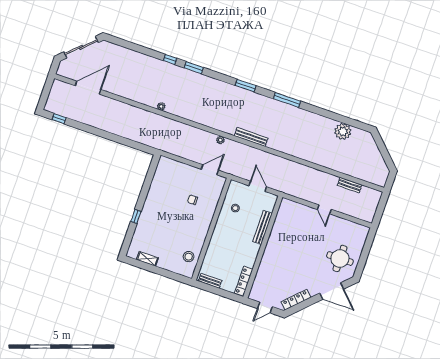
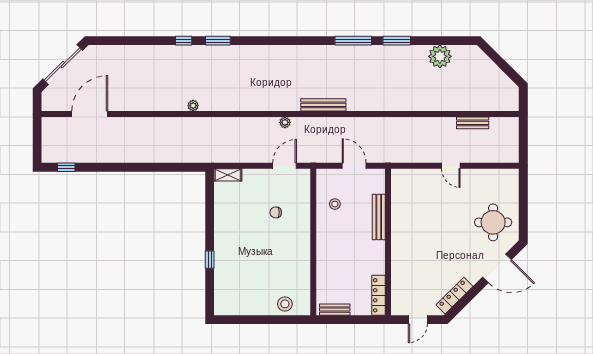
window: (246, 86) -> (397, 41), moved
stool: (189, 257) -> (285, 304), moved
shelving: (147, 259) -> (228, 175), moved

